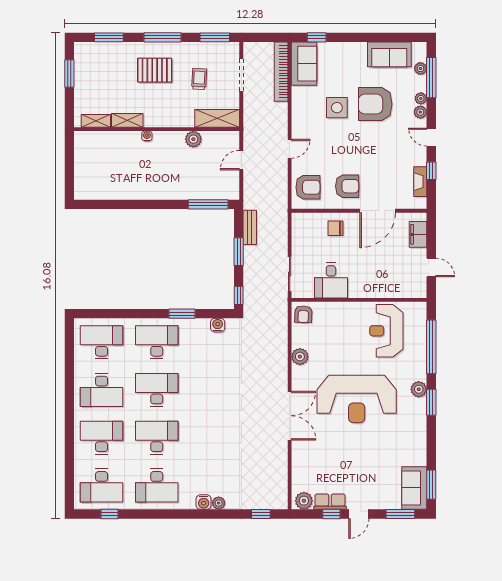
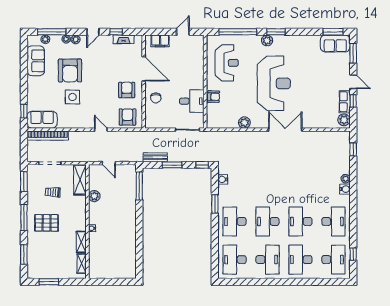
pallet: (155, 70) -> (47, 223), turned 90
armchair: (303, 314) -> (213, 97), moved
reception desk: (386, 331) -> (227, 63), turned -90

